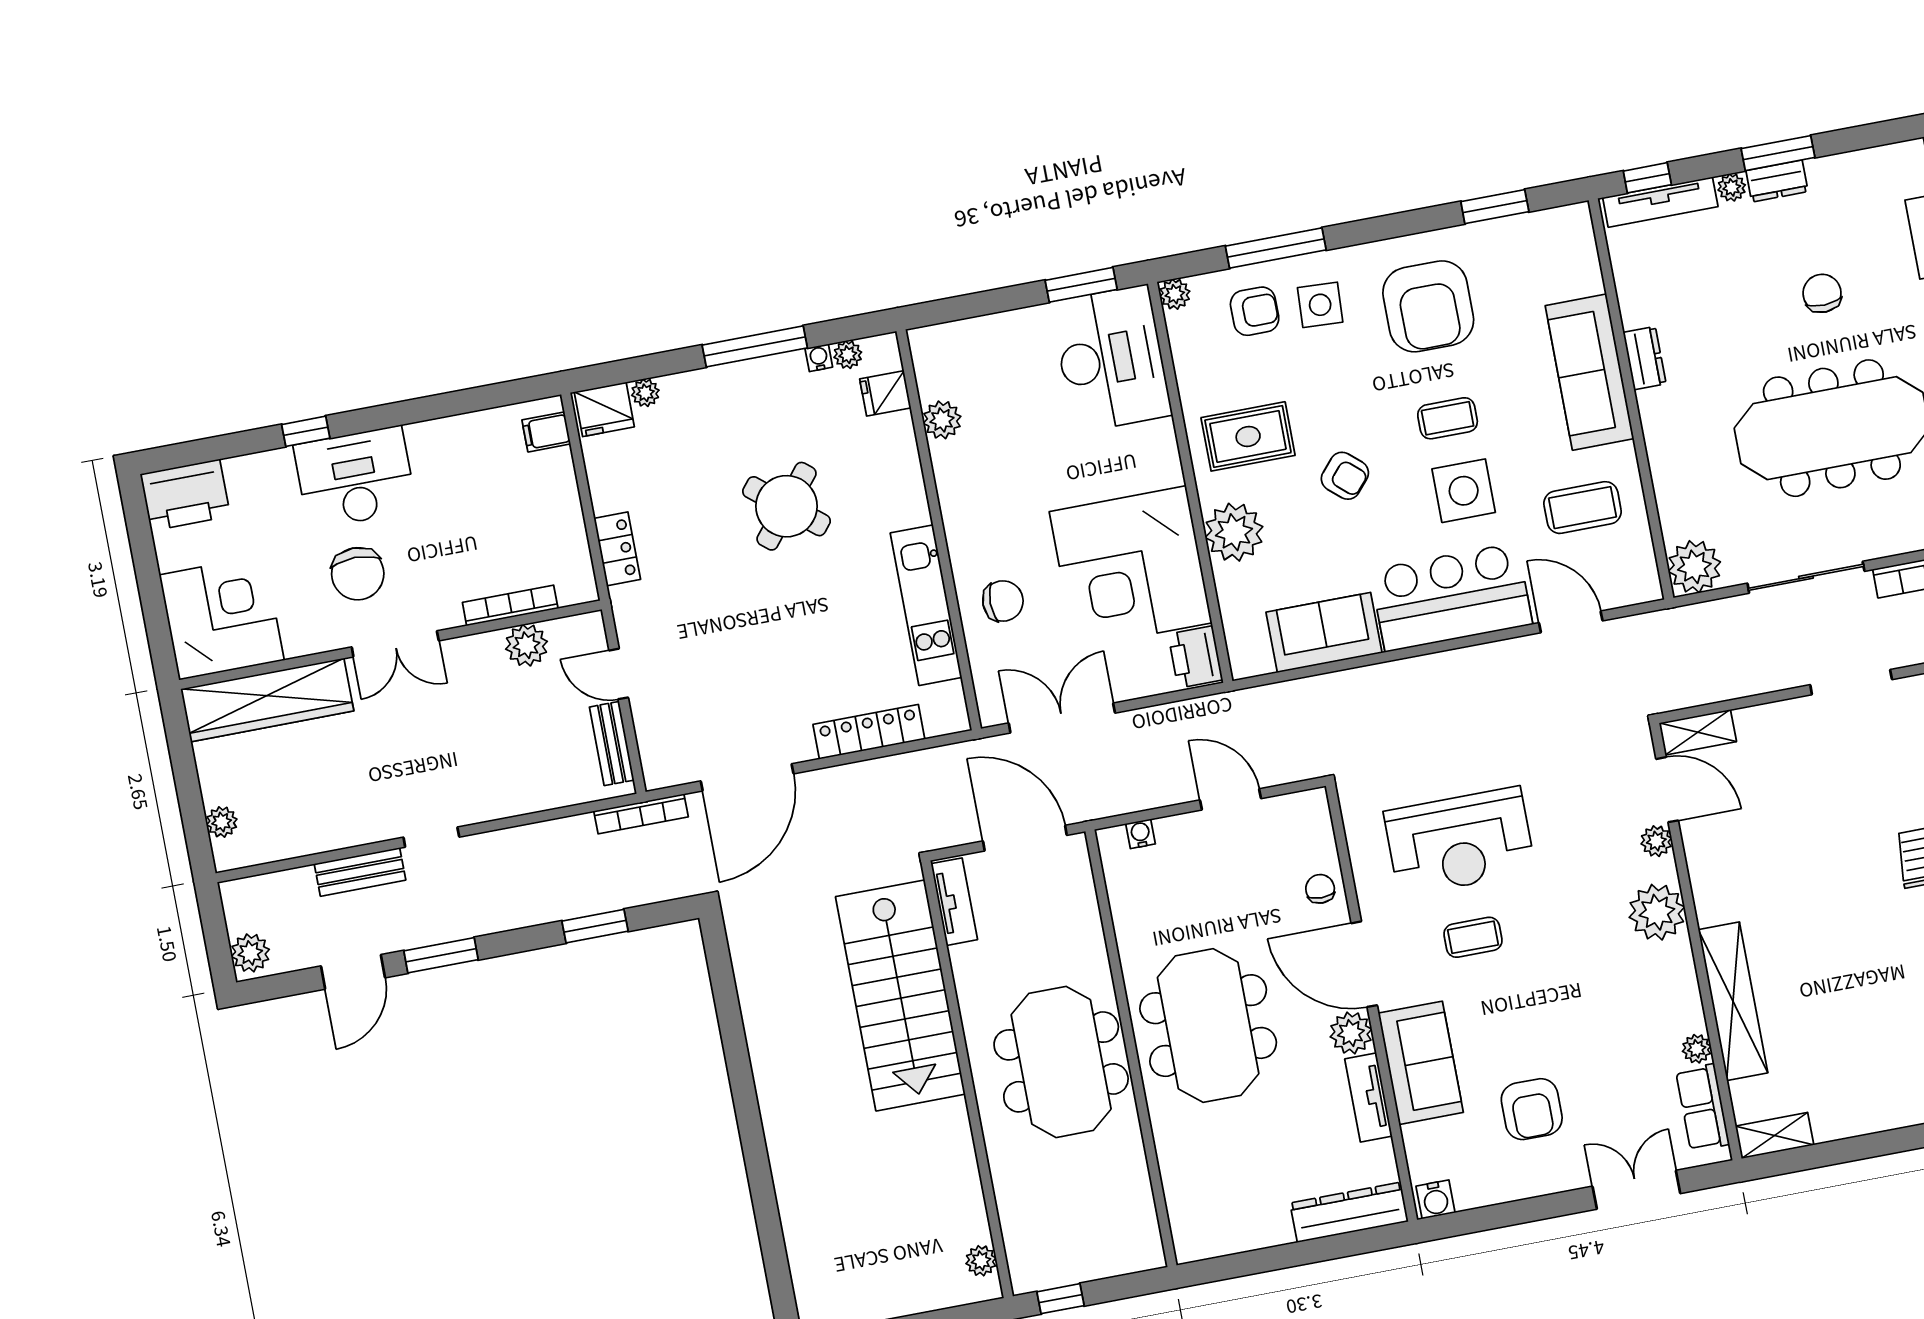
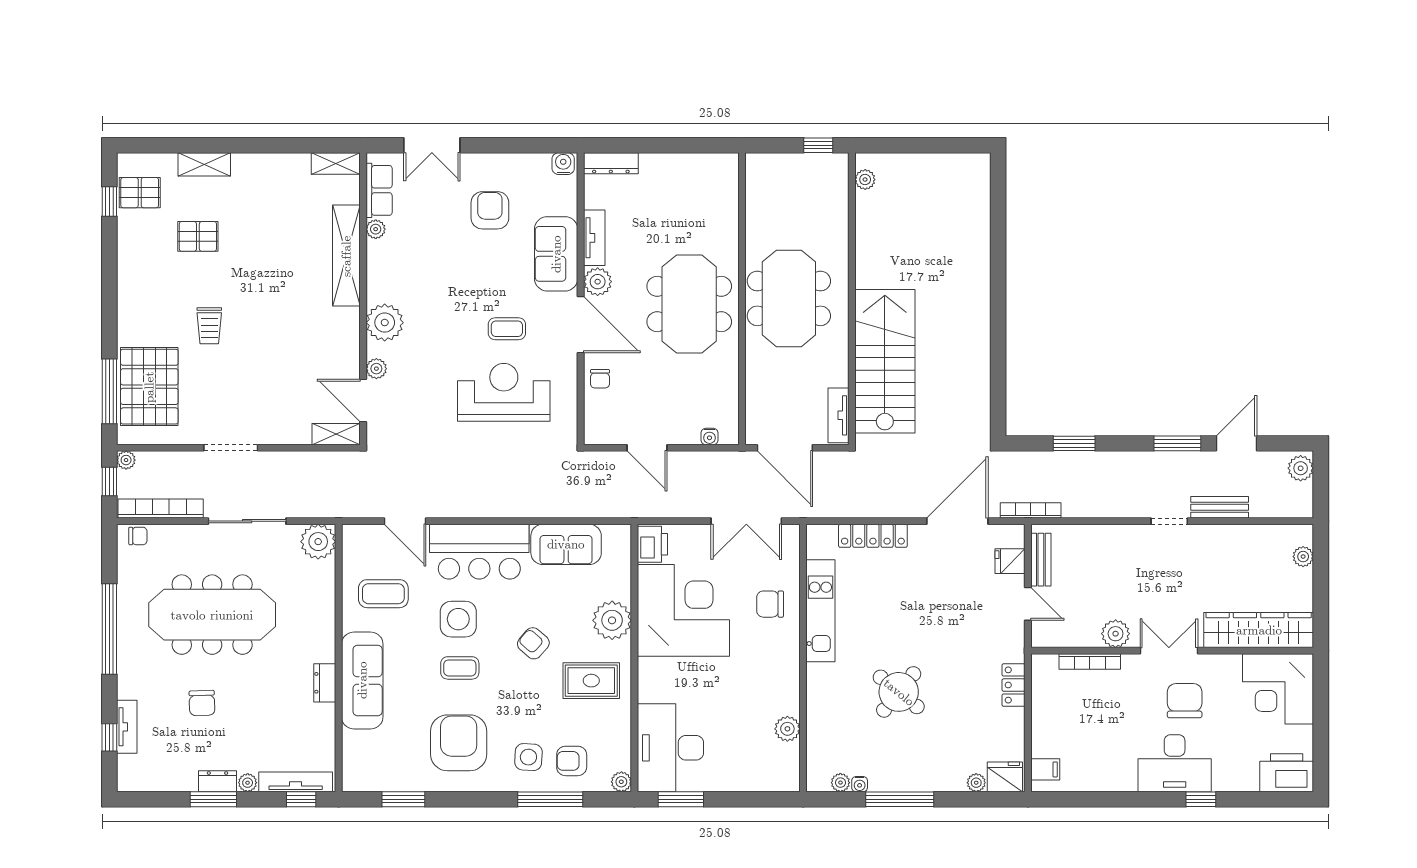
fridge: (885, 393) -> (1010, 561), moved, turned 180
plant: (527, 645) -> (1116, 634), moved
dresser: (1349, 1212) -> (611, 163), width x0.73, depth x0.80

